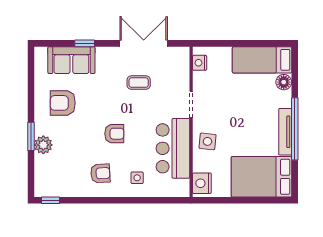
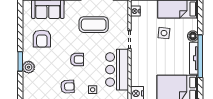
floor lamp: (284, 82) -> (193, 36), moved
coffee table: (139, 83) -> (94, 25), width x1.86, depth x1.72
armchair: (63, 103) -> (42, 39), turned -90
side table: (207, 141) -> (164, 33), moved

